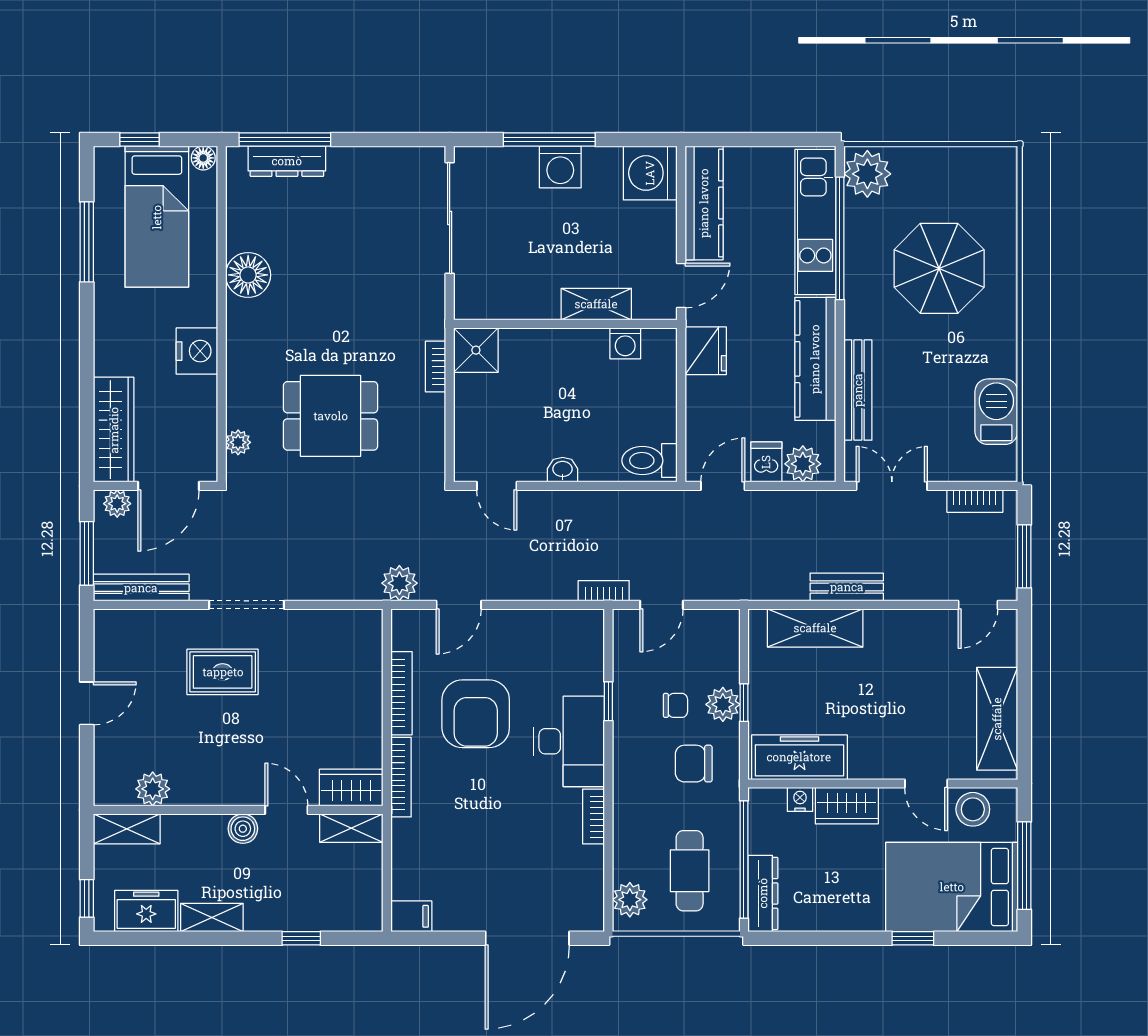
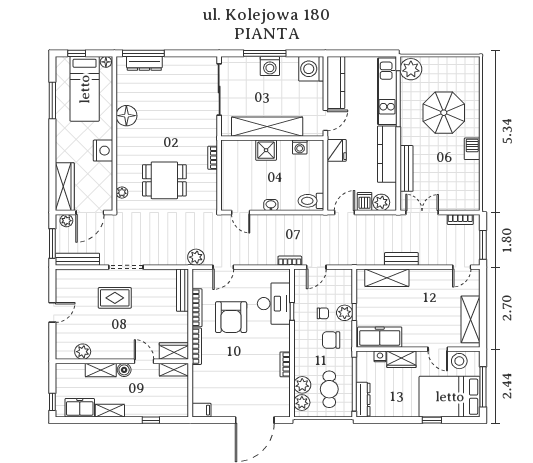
shelving: (596, 304) -> (267, 127), width x2.20, depth x1.33
shower: (476, 350) -> (266, 150), moved
barbecue: (996, 412) -> (472, 149), moved, width x0.73, depth x0.79
bench: (370, 655) -> (182, 290), added
desk: (569, 741) -> (274, 304), moved
shelving: (127, 829) -> (101, 370), moved
plant: (631, 861) -> (302, 385), added

